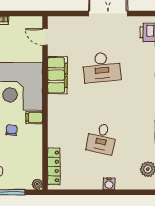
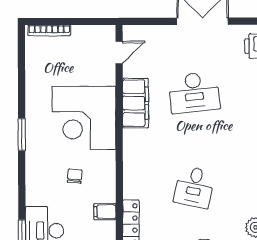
door: (45, 37) -> (119, 52), swing flipped
filing cabinet: (34, 117) -> (105, 212), moved

